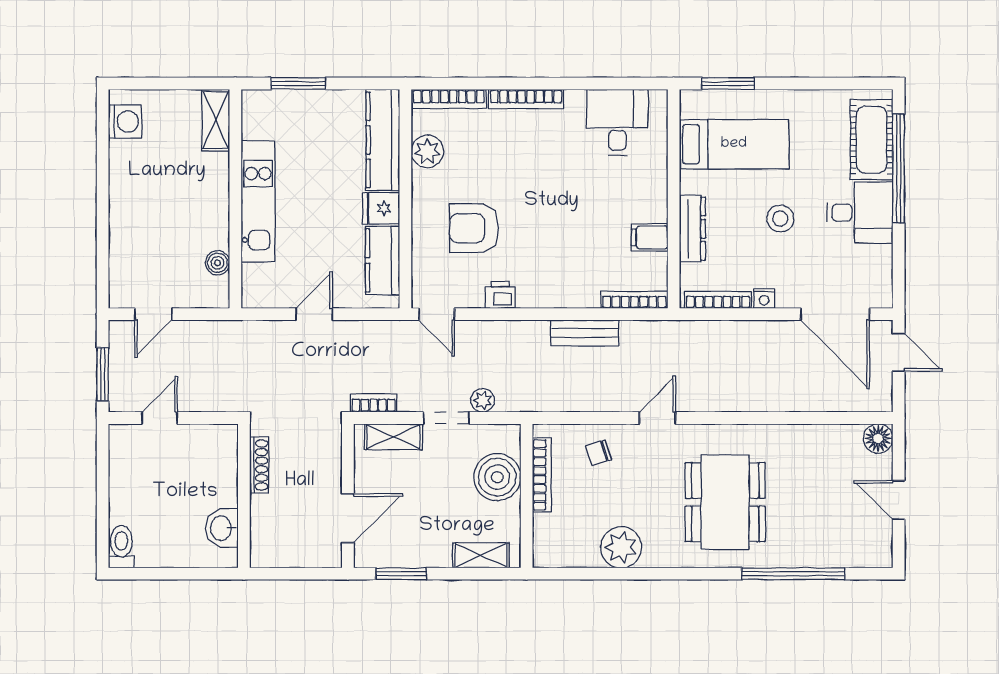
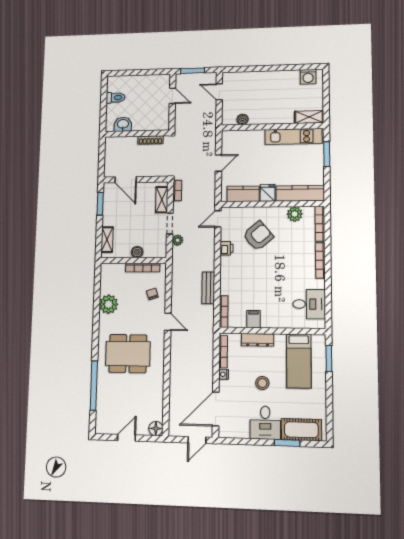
window: (899, 168) -> (287, 443), width x0.47
kitchen unit: (258, 201) -> (293, 136), moved
armchair: (474, 228) -> (258, 236), turned 50
door: (314, 314) -> (218, 163), hinge flipped
boiler: (497, 477) -> (137, 252), width x0.54, depth x0.54
toilet: (121, 547) -> (116, 98), moved

